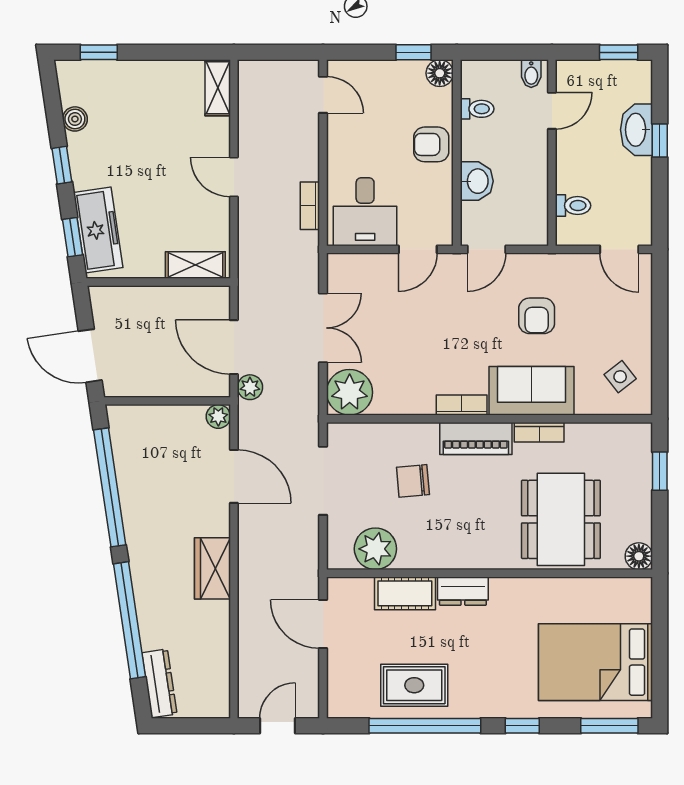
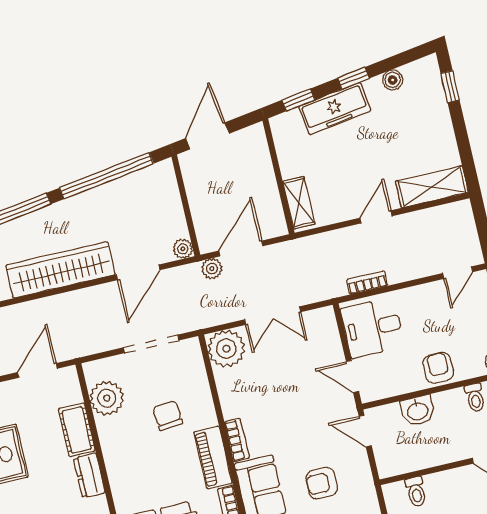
shelving: (218, 88) -> (432, 187), width x1.50, depth x1.33
freezer: (98, 230) -> (335, 109), moved
wardrobe: (212, 568) -> (61, 270), width x2.10, depth x1.17

